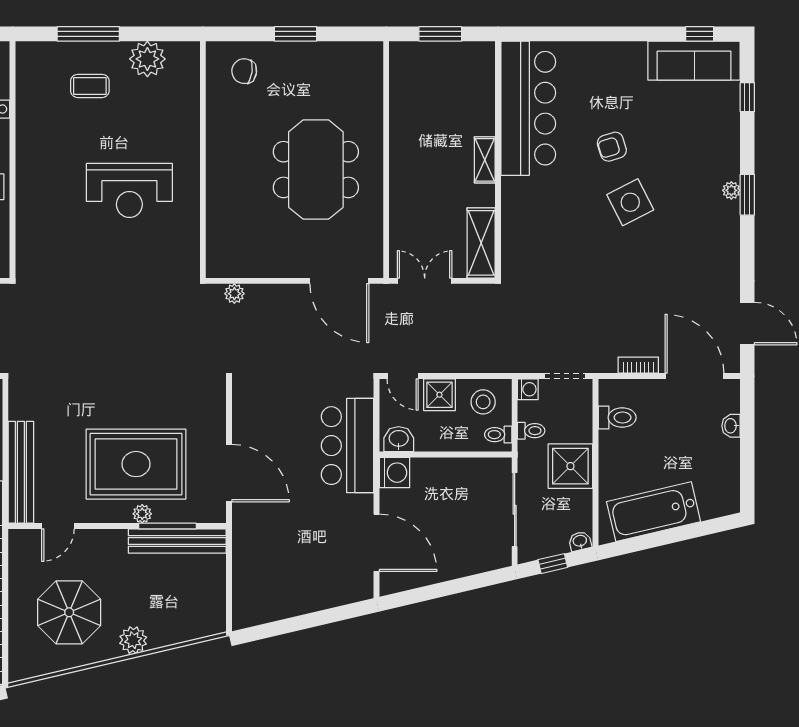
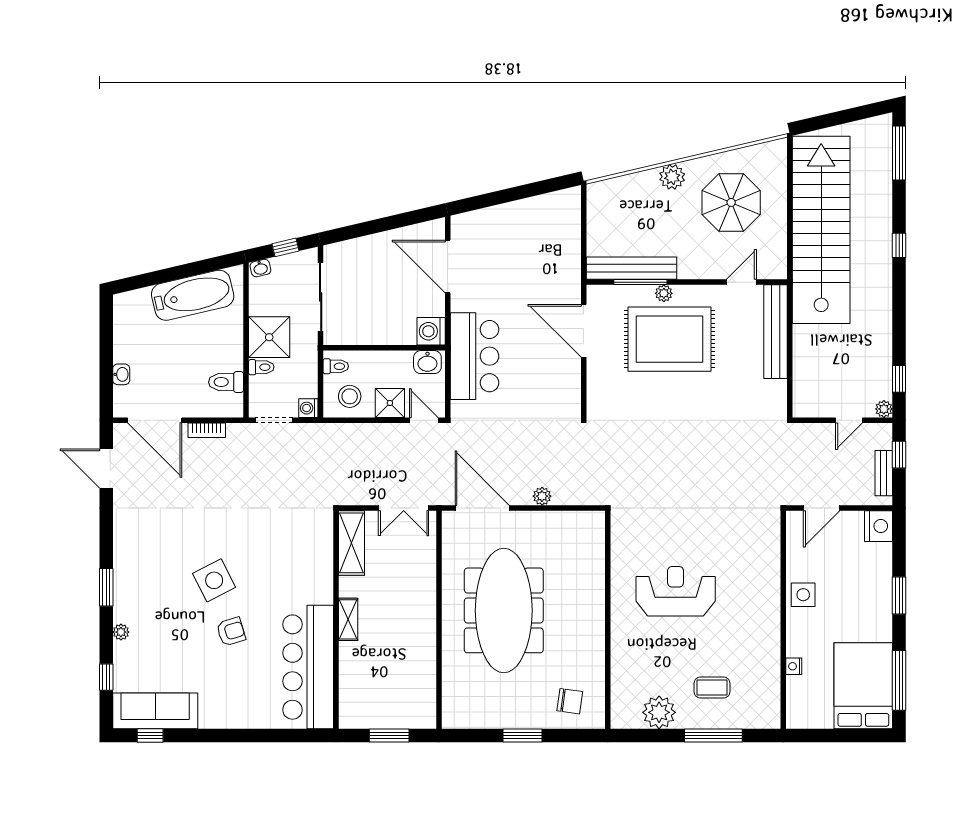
meeting table: (316, 170) -> (504, 610), width x1.36
plant: (731, 190) -> (121, 632), moved
plant: (234, 294) -> (542, 496), moved
toilet: (531, 431) -> (261, 367), moved, turned 180

